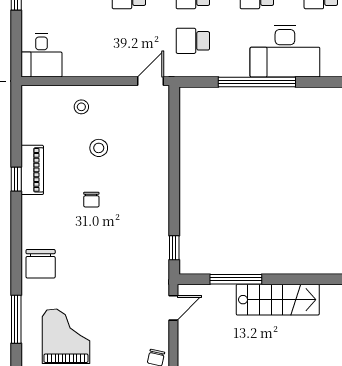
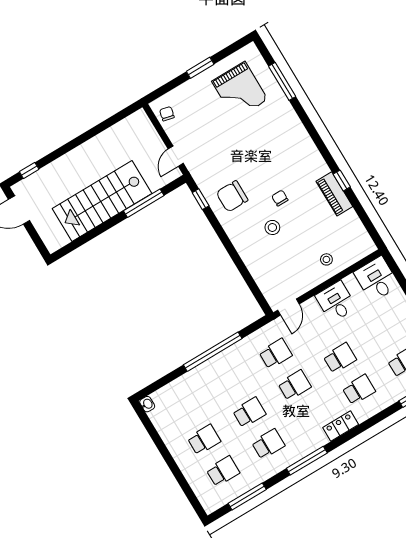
desk: (285, 51) -> (336, 302), moved, width x0.53, depth x0.77
stool: (99, 148) -> (272, 227), moved
chair: (41, 264) -> (232, 196), moved, turned -90
stairs: (278, 300) -> (102, 201), width x1.36, depth x1.51

